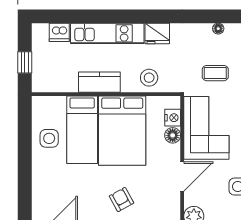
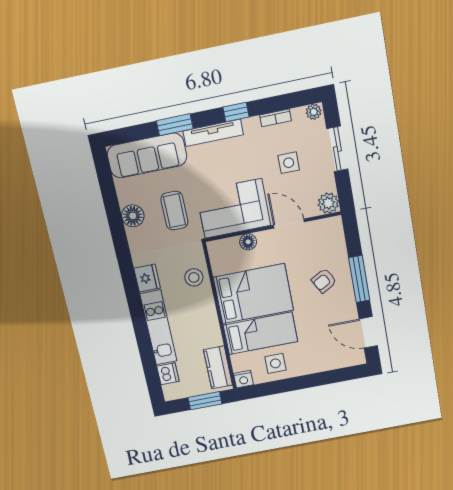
floor lamp: (218, 29) -> (133, 216), width x1.89, depth x1.89
window: (25, 62) -> (205, 401), width x1.50
coffee table: (215, 73) -> (174, 211), width x1.36, depth x1.30
kitchen counter: (99, 82) -> (218, 367), moved
nightstand: (173, 118) -> (243, 379), moved, turned 180

